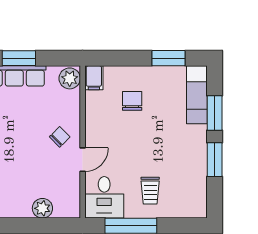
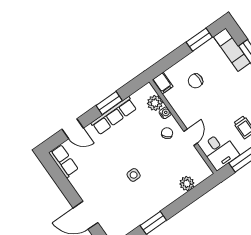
plant: (70, 78) -> (155, 103), moved
chair: (132, 101) -> (195, 81), turned -90
water cooler: (73, 113) -> (165, 113), added

